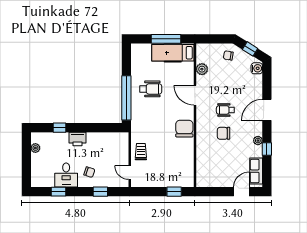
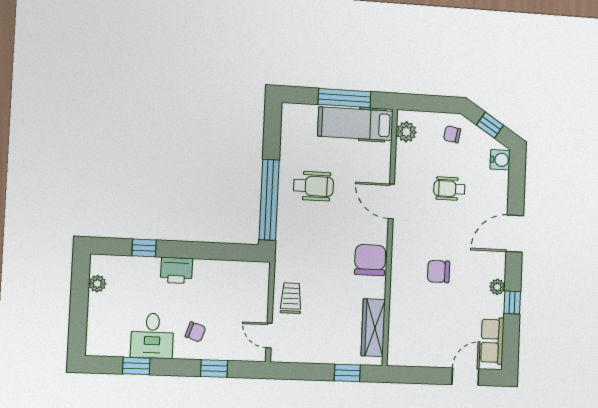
plant: (202, 69) -> (406, 132), moved
wheelchair: (225, 110) -> (449, 189), moved
wardrobe: (188, 166) -> (373, 328), added

